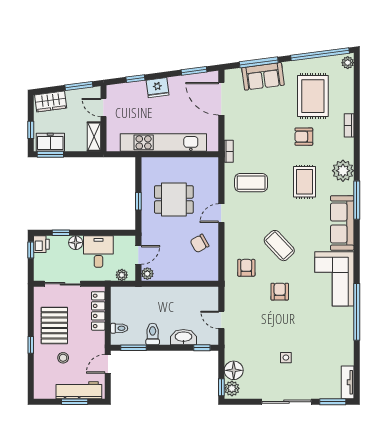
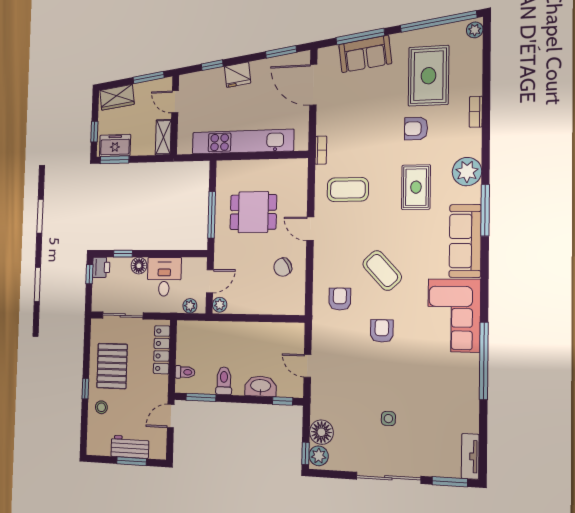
window: (138, 201) -> (212, 215), width x2.17
door: (221, 213) -> (310, 229), hinge flipped
stool: (63, 358) -> (101, 407), moved
workbench: (79, 390) -> (130, 447), width x0.73

